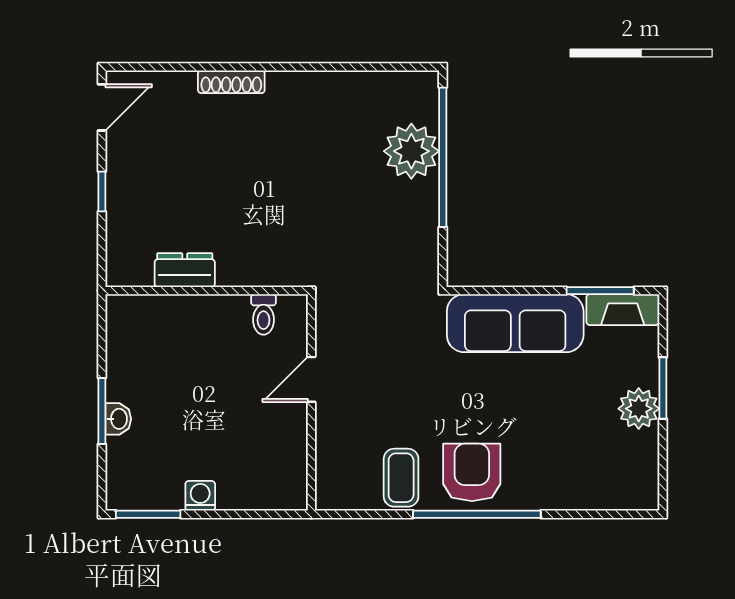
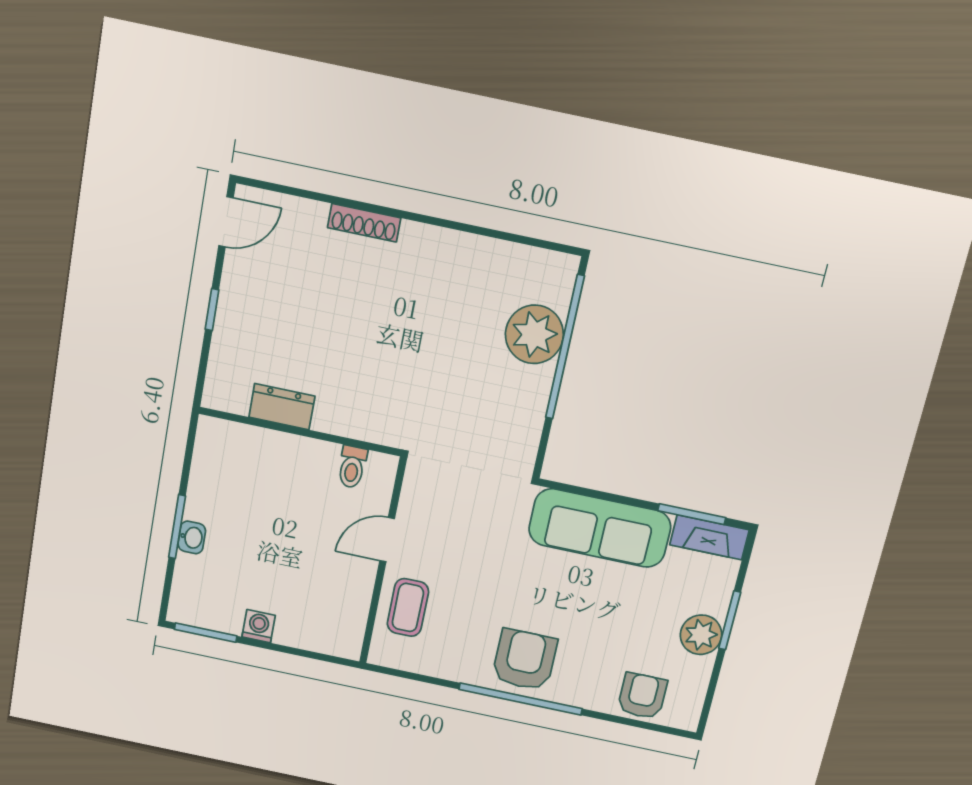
coffee table: (401, 478) -> (408, 607), moved
armchair: (597, 484) -> (642, 696), added

